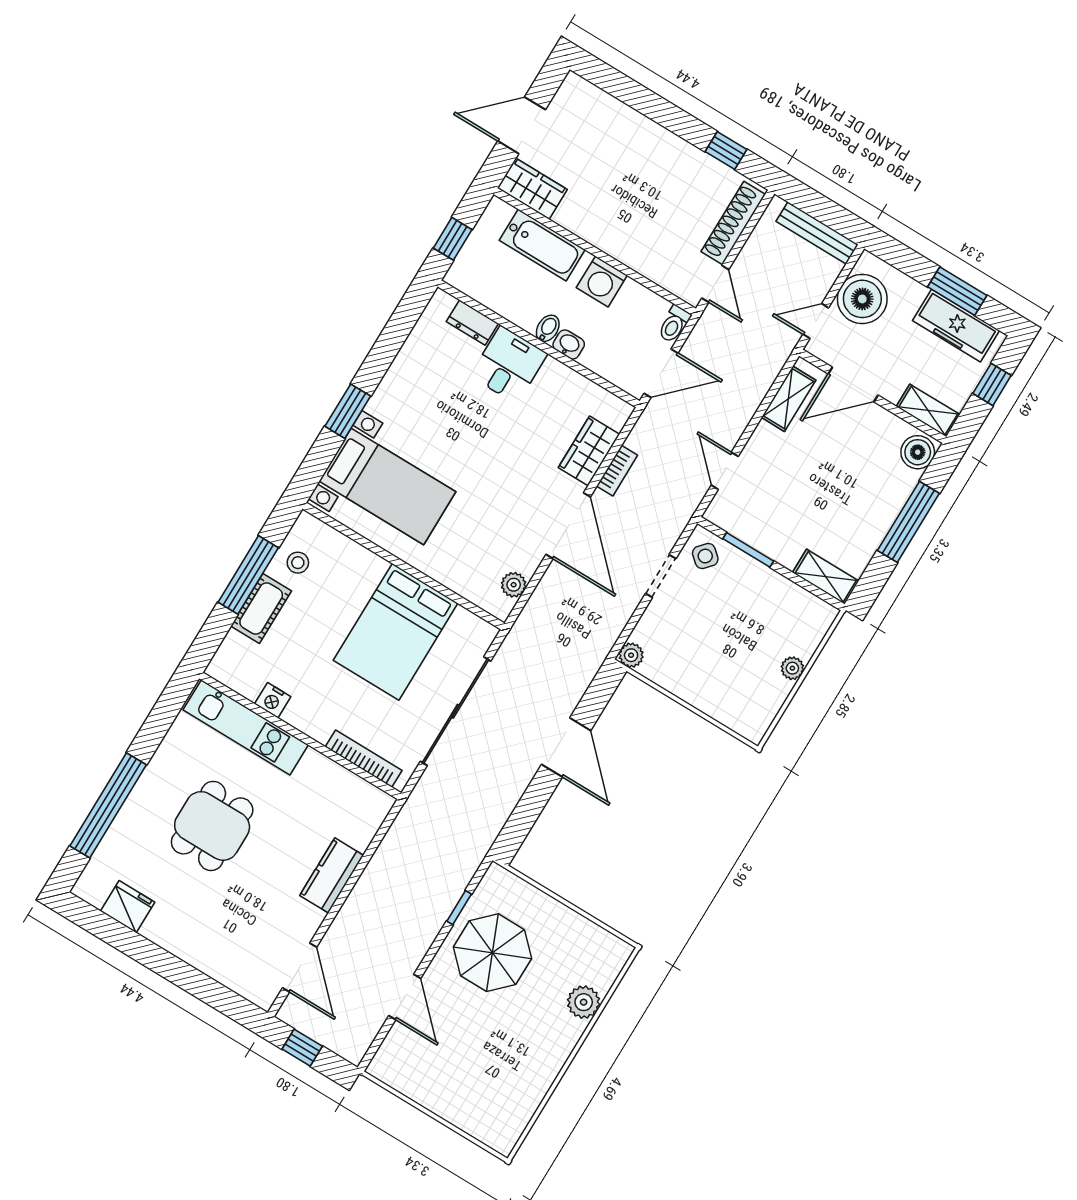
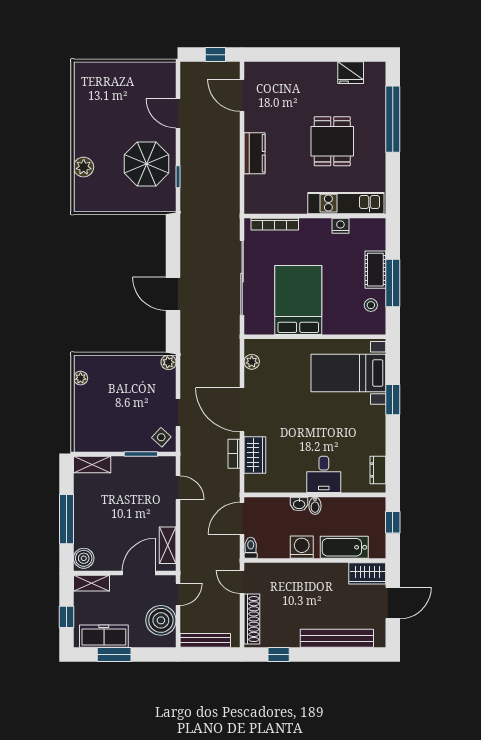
bench: (630, 123) -> (337, 638), added
dresser: (472, 323) -> (378, 470), moved, turned -90
plant: (792, 668) -> (81, 378), moved

